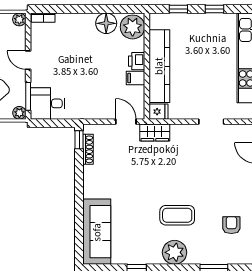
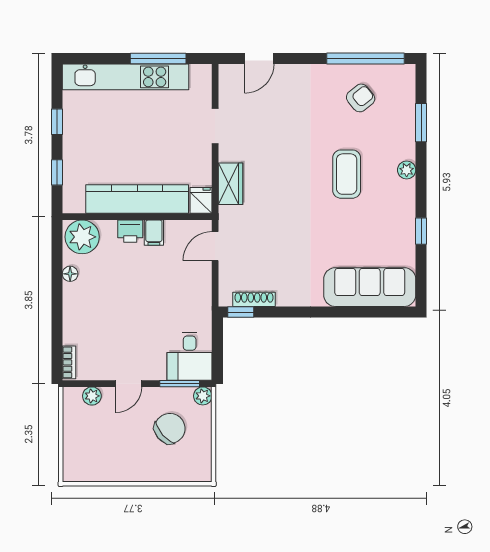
plant: (19, 19) -> (92, 396), moved
floor lamp: (106, 23) -> (70, 274), width x0.53, depth x0.53
wardrobe: (155, 133) -> (231, 184), moved
armchair: (231, 225) -> (361, 98), turned 141
plant: (175, 252) -> (407, 170), width x0.53, depth x0.53

